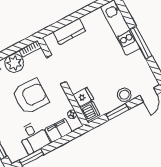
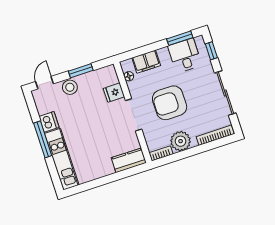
kitchen counter: (69, 31) -> (129, 160), moved
doorway: (56, 70) -> (134, 115), moved
dishwasher: (90, 111) -> (49, 122), moved, turned 180
desk: (34, 137) -> (185, 56), moved

